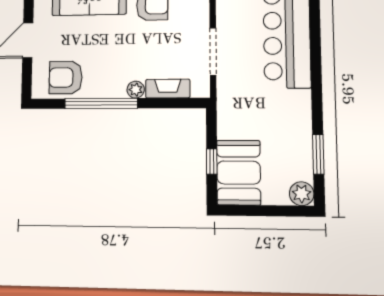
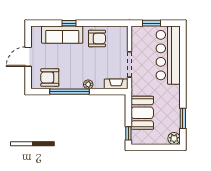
fireplace: (168, 89) -> (116, 84), moved
window: (212, 161) -> (128, 133), moved
booth: (239, 173) -> (142, 113), moved

